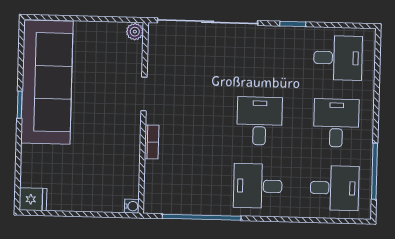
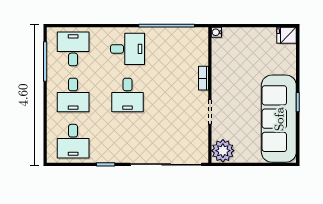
plant: (135, 32) -> (223, 151), width x1.87, depth x1.87
desk: (338, 58) -> (73, 141), turned -90
desk: (335, 188) -> (73, 49), turned 90

